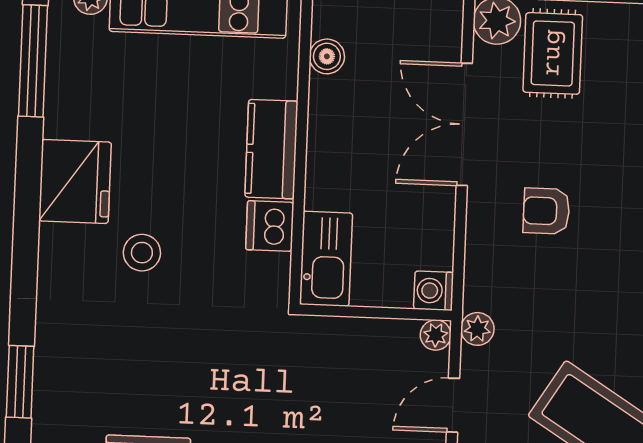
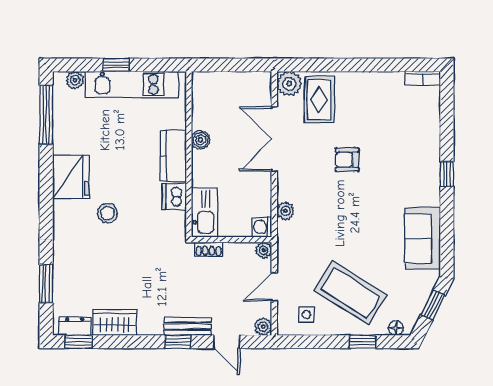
boiler: (327, 56) -> (201, 140), moved
armchair: (546, 211) -> (347, 160), moved
shoe rack: (331, 329) -> (209, 249), added
plant: (477, 329) -> (286, 211), moved

